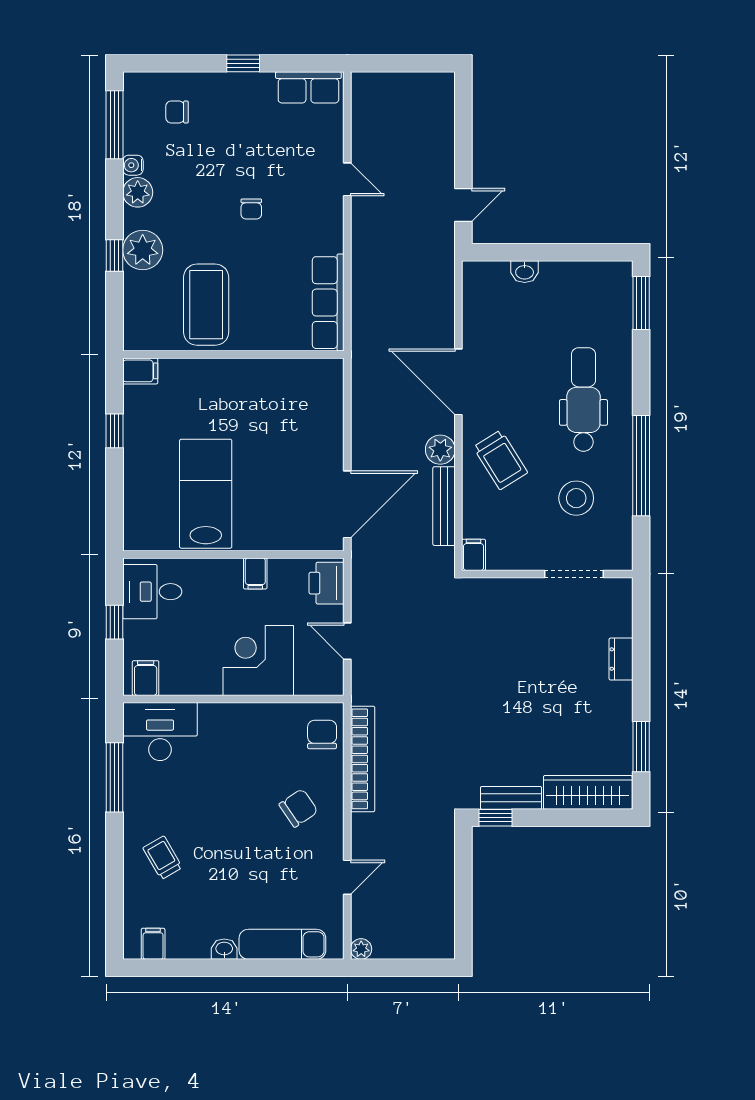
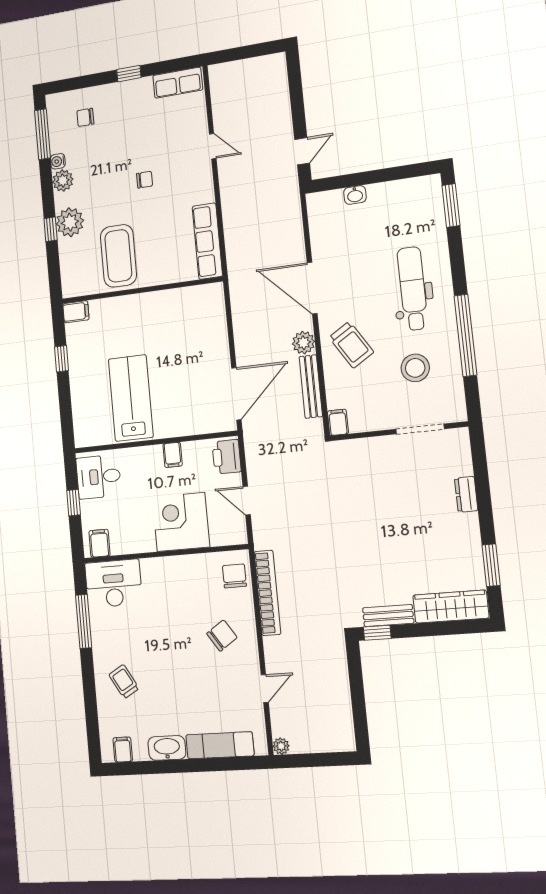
chair: (251, 209) -> (145, 180), turned -90
washbasin: (224, 949) -> (167, 748), width x1.91, depth x1.45

